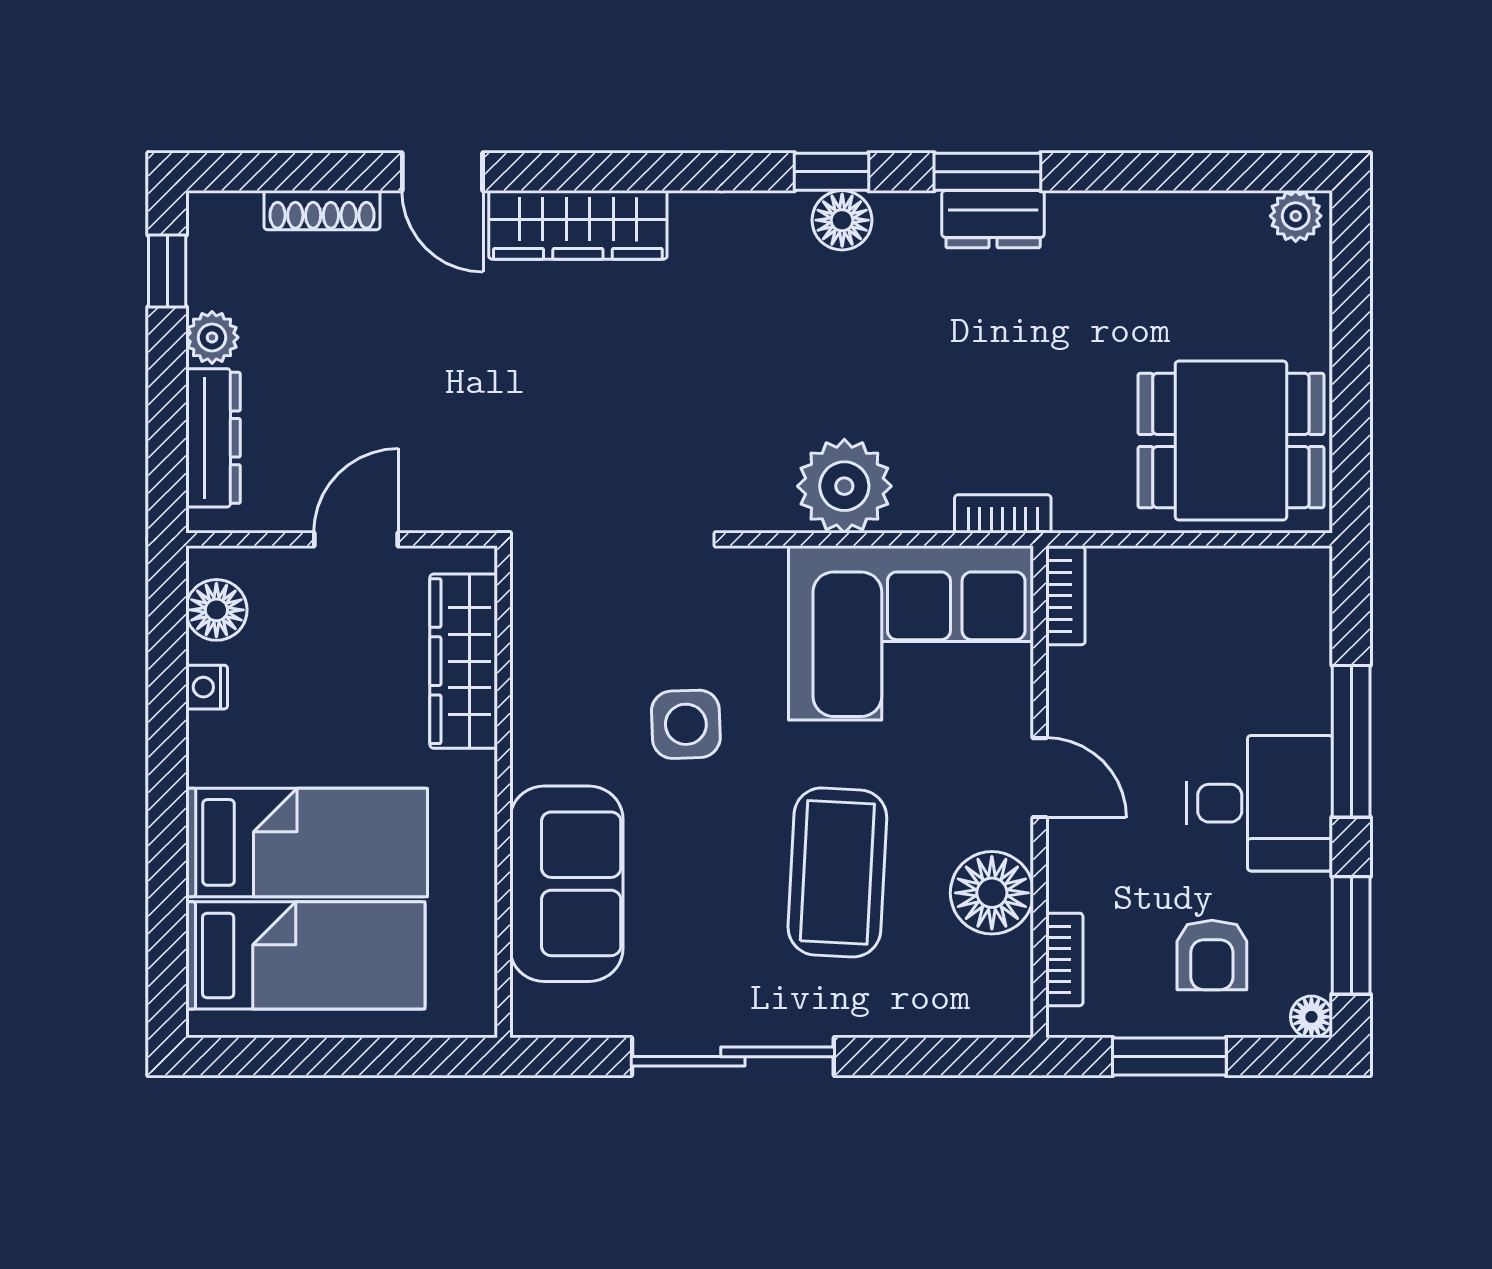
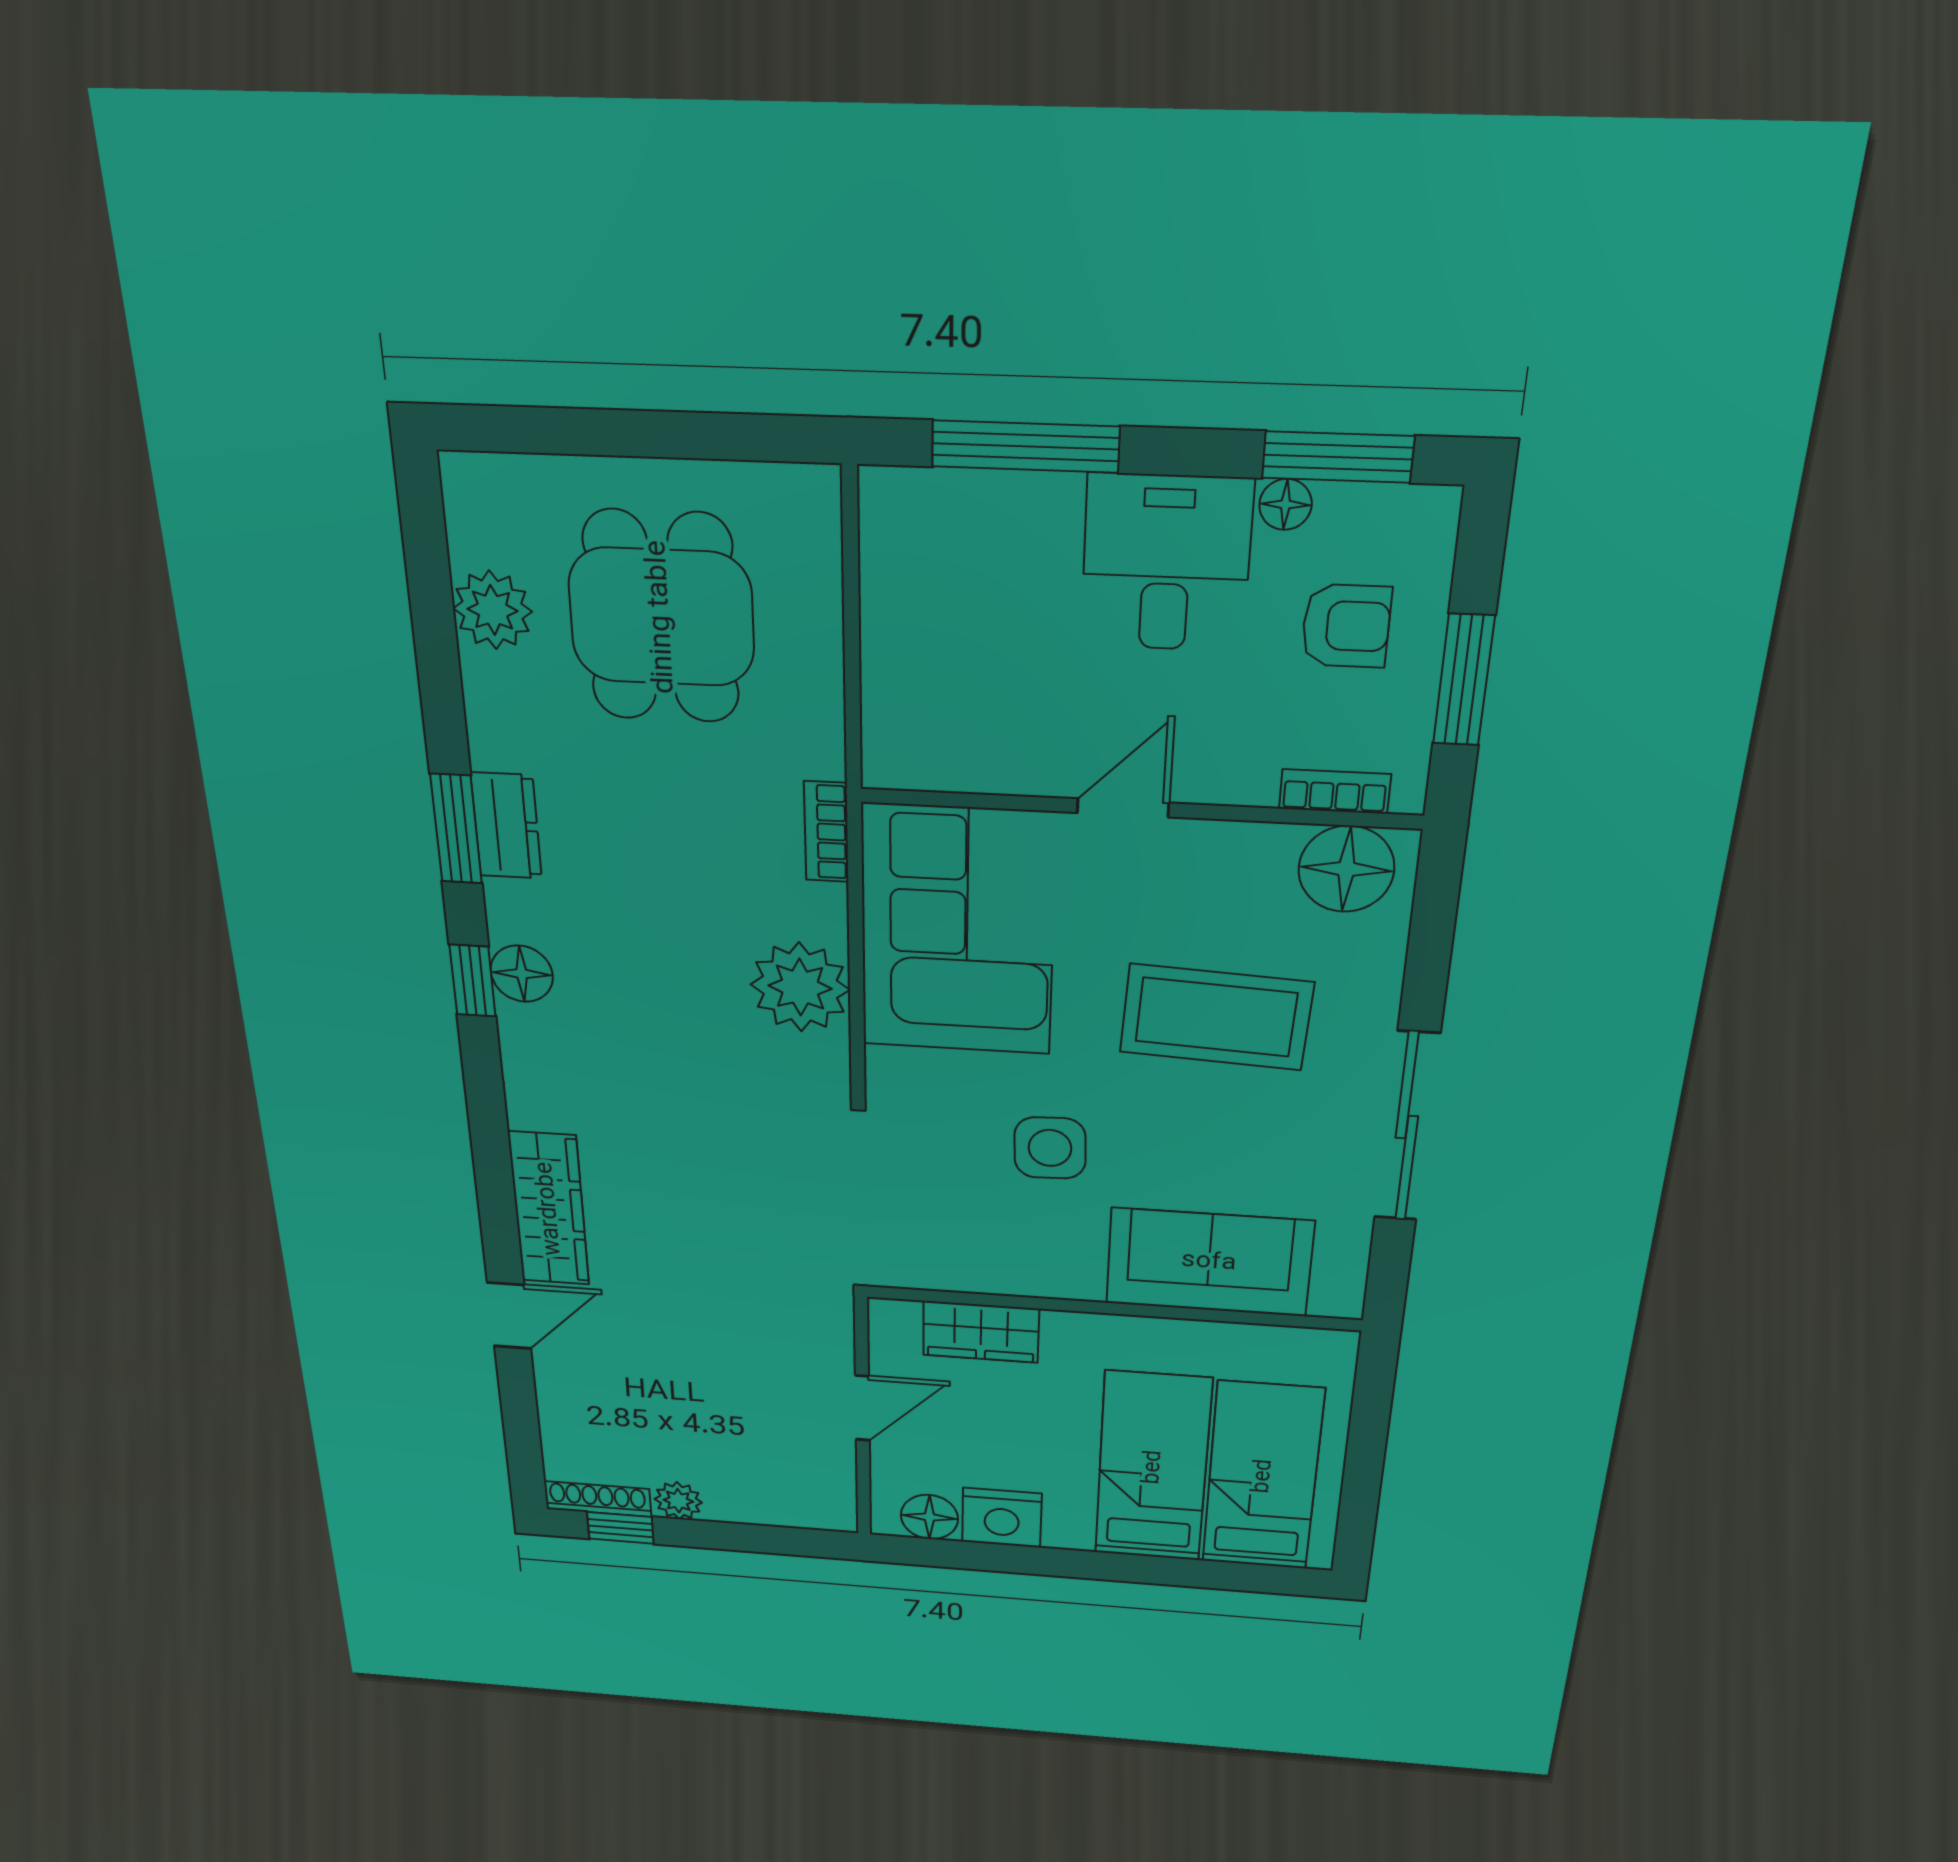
shoe rack: (322, 210) -> (598, 1499), moved, turned -90
plant: (1296, 216) -> (493, 610), moved, width x1.38, depth x1.38
dresser: (213, 438) -> (770, 1507), removed
dining table: (1231, 441) -> (661, 617), moved
door: (356, 539) -> (862, 1408), swing flipped
bookcase: (1065, 596) -> (917, 771), removed
wardrobe: (464, 661) -> (981, 1332), width x0.67
nightstand: (207, 687) -> (1002, 1518), width x1.89, depth x1.79
window: (1351, 741) -> (1025, 447), moved
floor lamp: (992, 893) -> (1346, 869), moved
floor lamp: (1311, 1017) -> (1286, 504), moved

